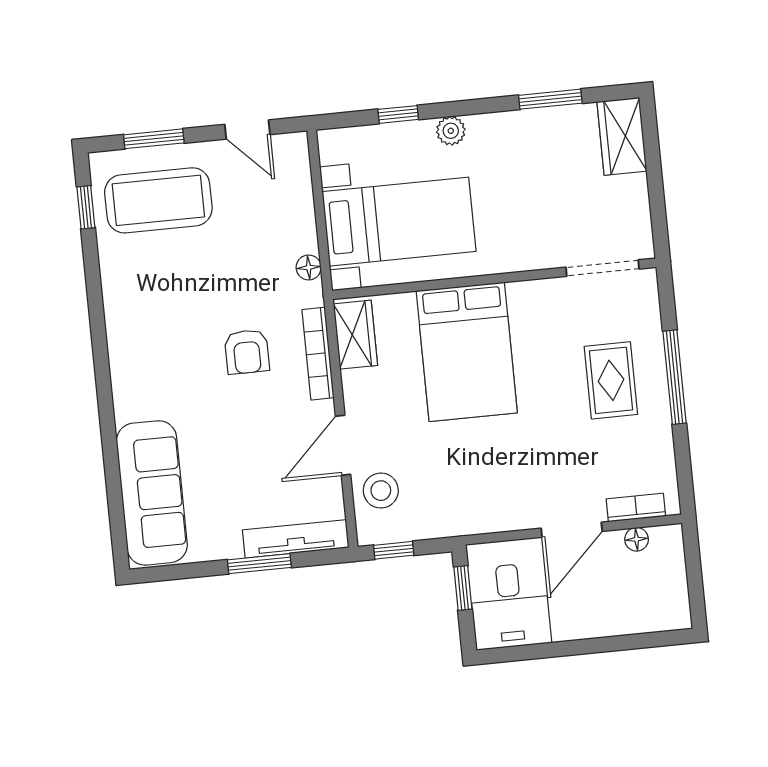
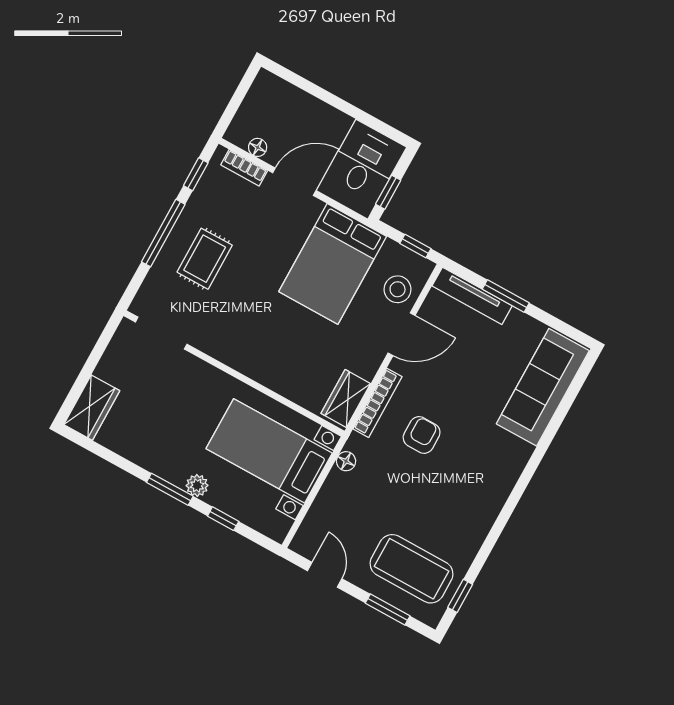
window: (550, 99) -> (170, 489), moved
bed: (467, 352) -> (333, 264), moved, turned 180
window: (683, 464) -> (196, 174), added

